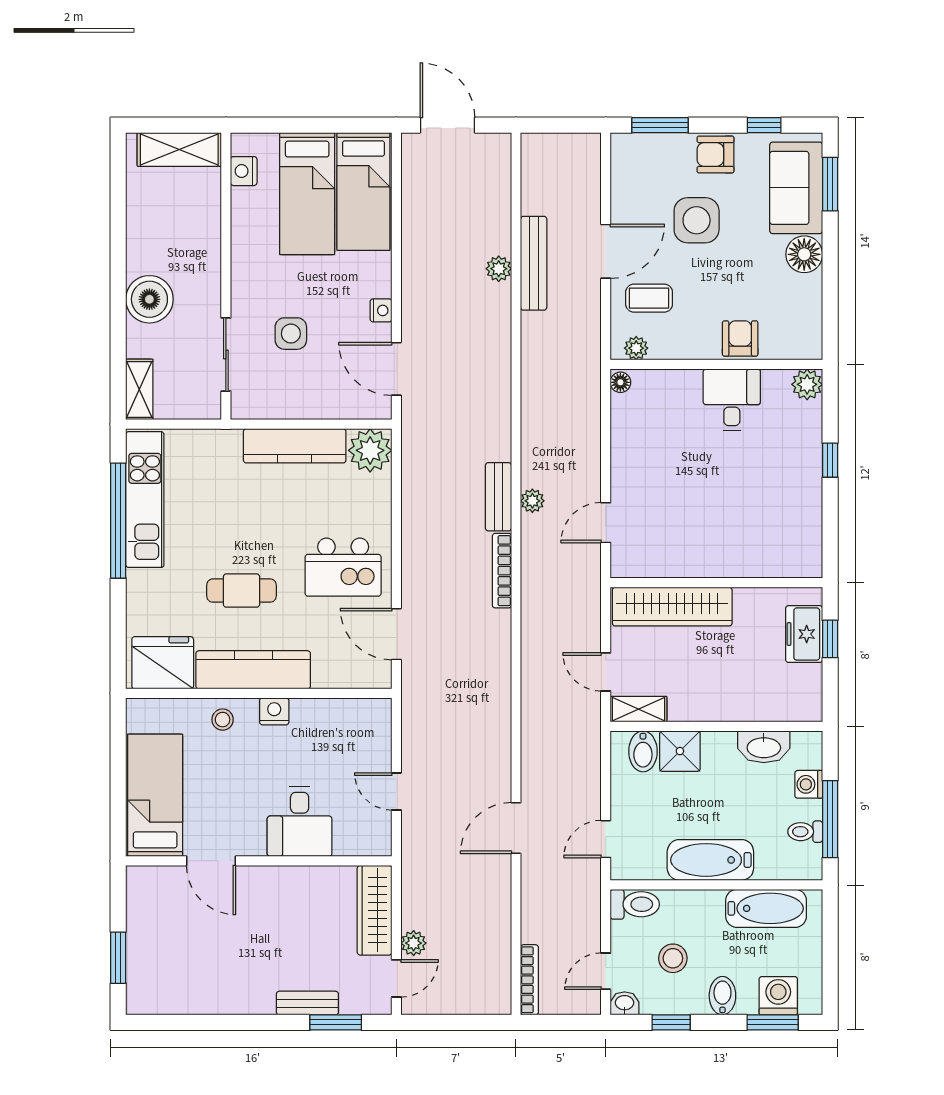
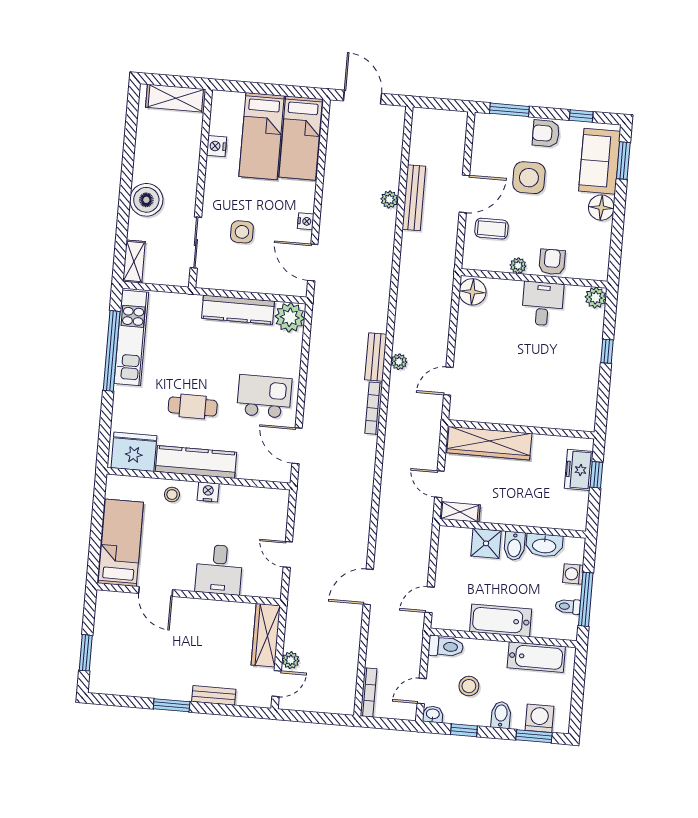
nightstand: (244, 171) -> (217, 146), moved
plant: (636, 348) -> (518, 266), moved
floor lamp: (620, 382) -> (472, 292), width x1.89, depth x1.89
kitchen island: (343, 567) -> (264, 396), turned 180
bidet: (643, 751) -> (514, 546), moved
window: (336, 1022) -> (172, 705), moved

